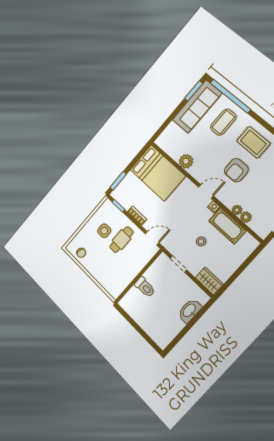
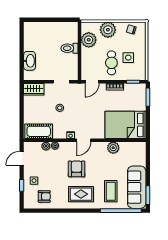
cot: (227, 226) -> (39, 131), moved
plant: (99, 271) -> (108, 30), added
plant: (122, 278) -> (89, 40), added

